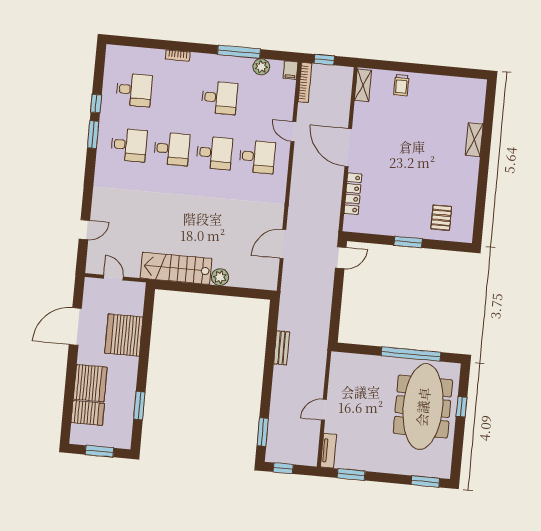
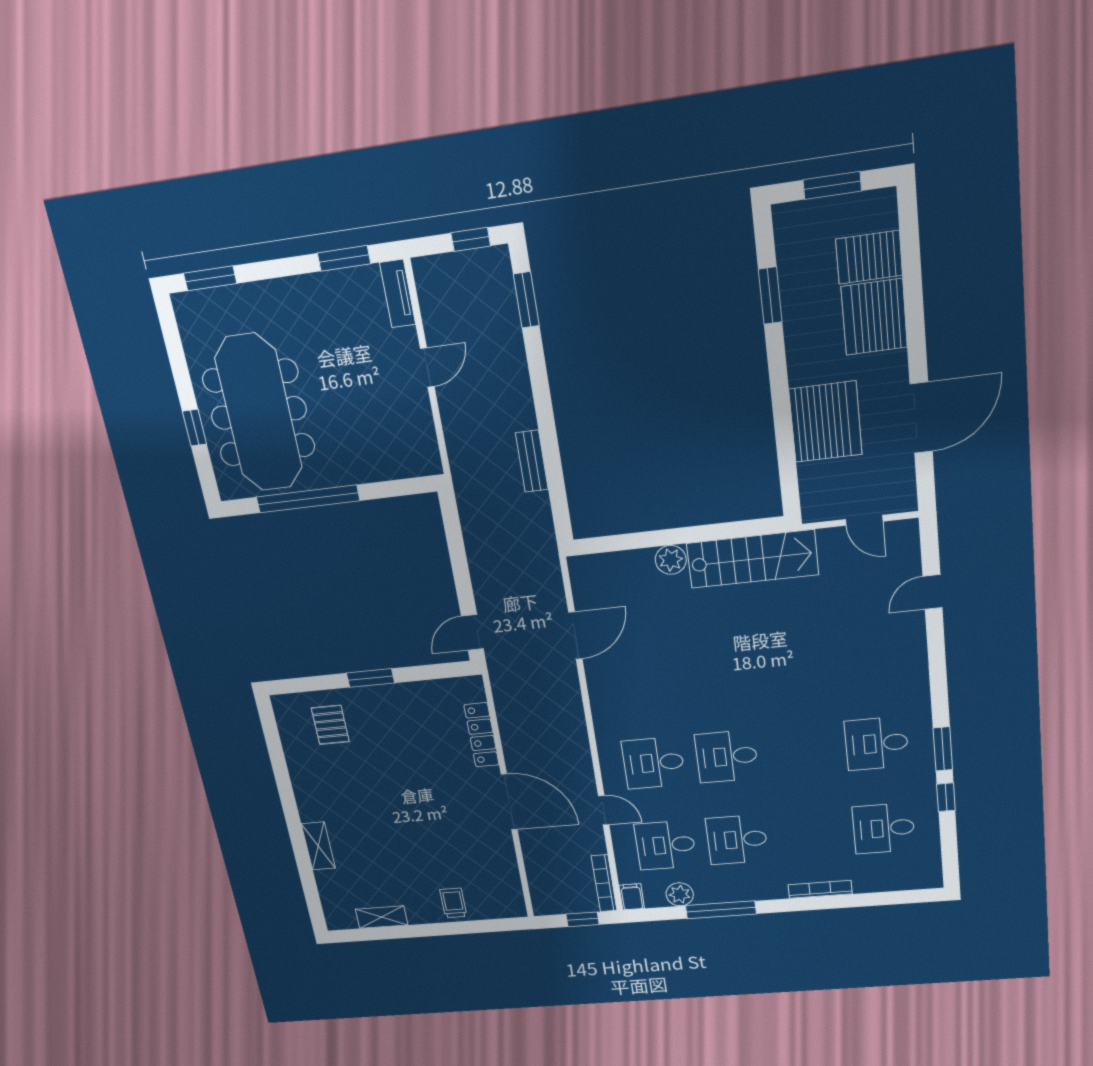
bookcase: (178, 56) -> (820, 889), width x1.56
shelving: (363, 85) -> (382, 917), moved, turned 90
desk: (172, 149) -> (666, 845), moved

